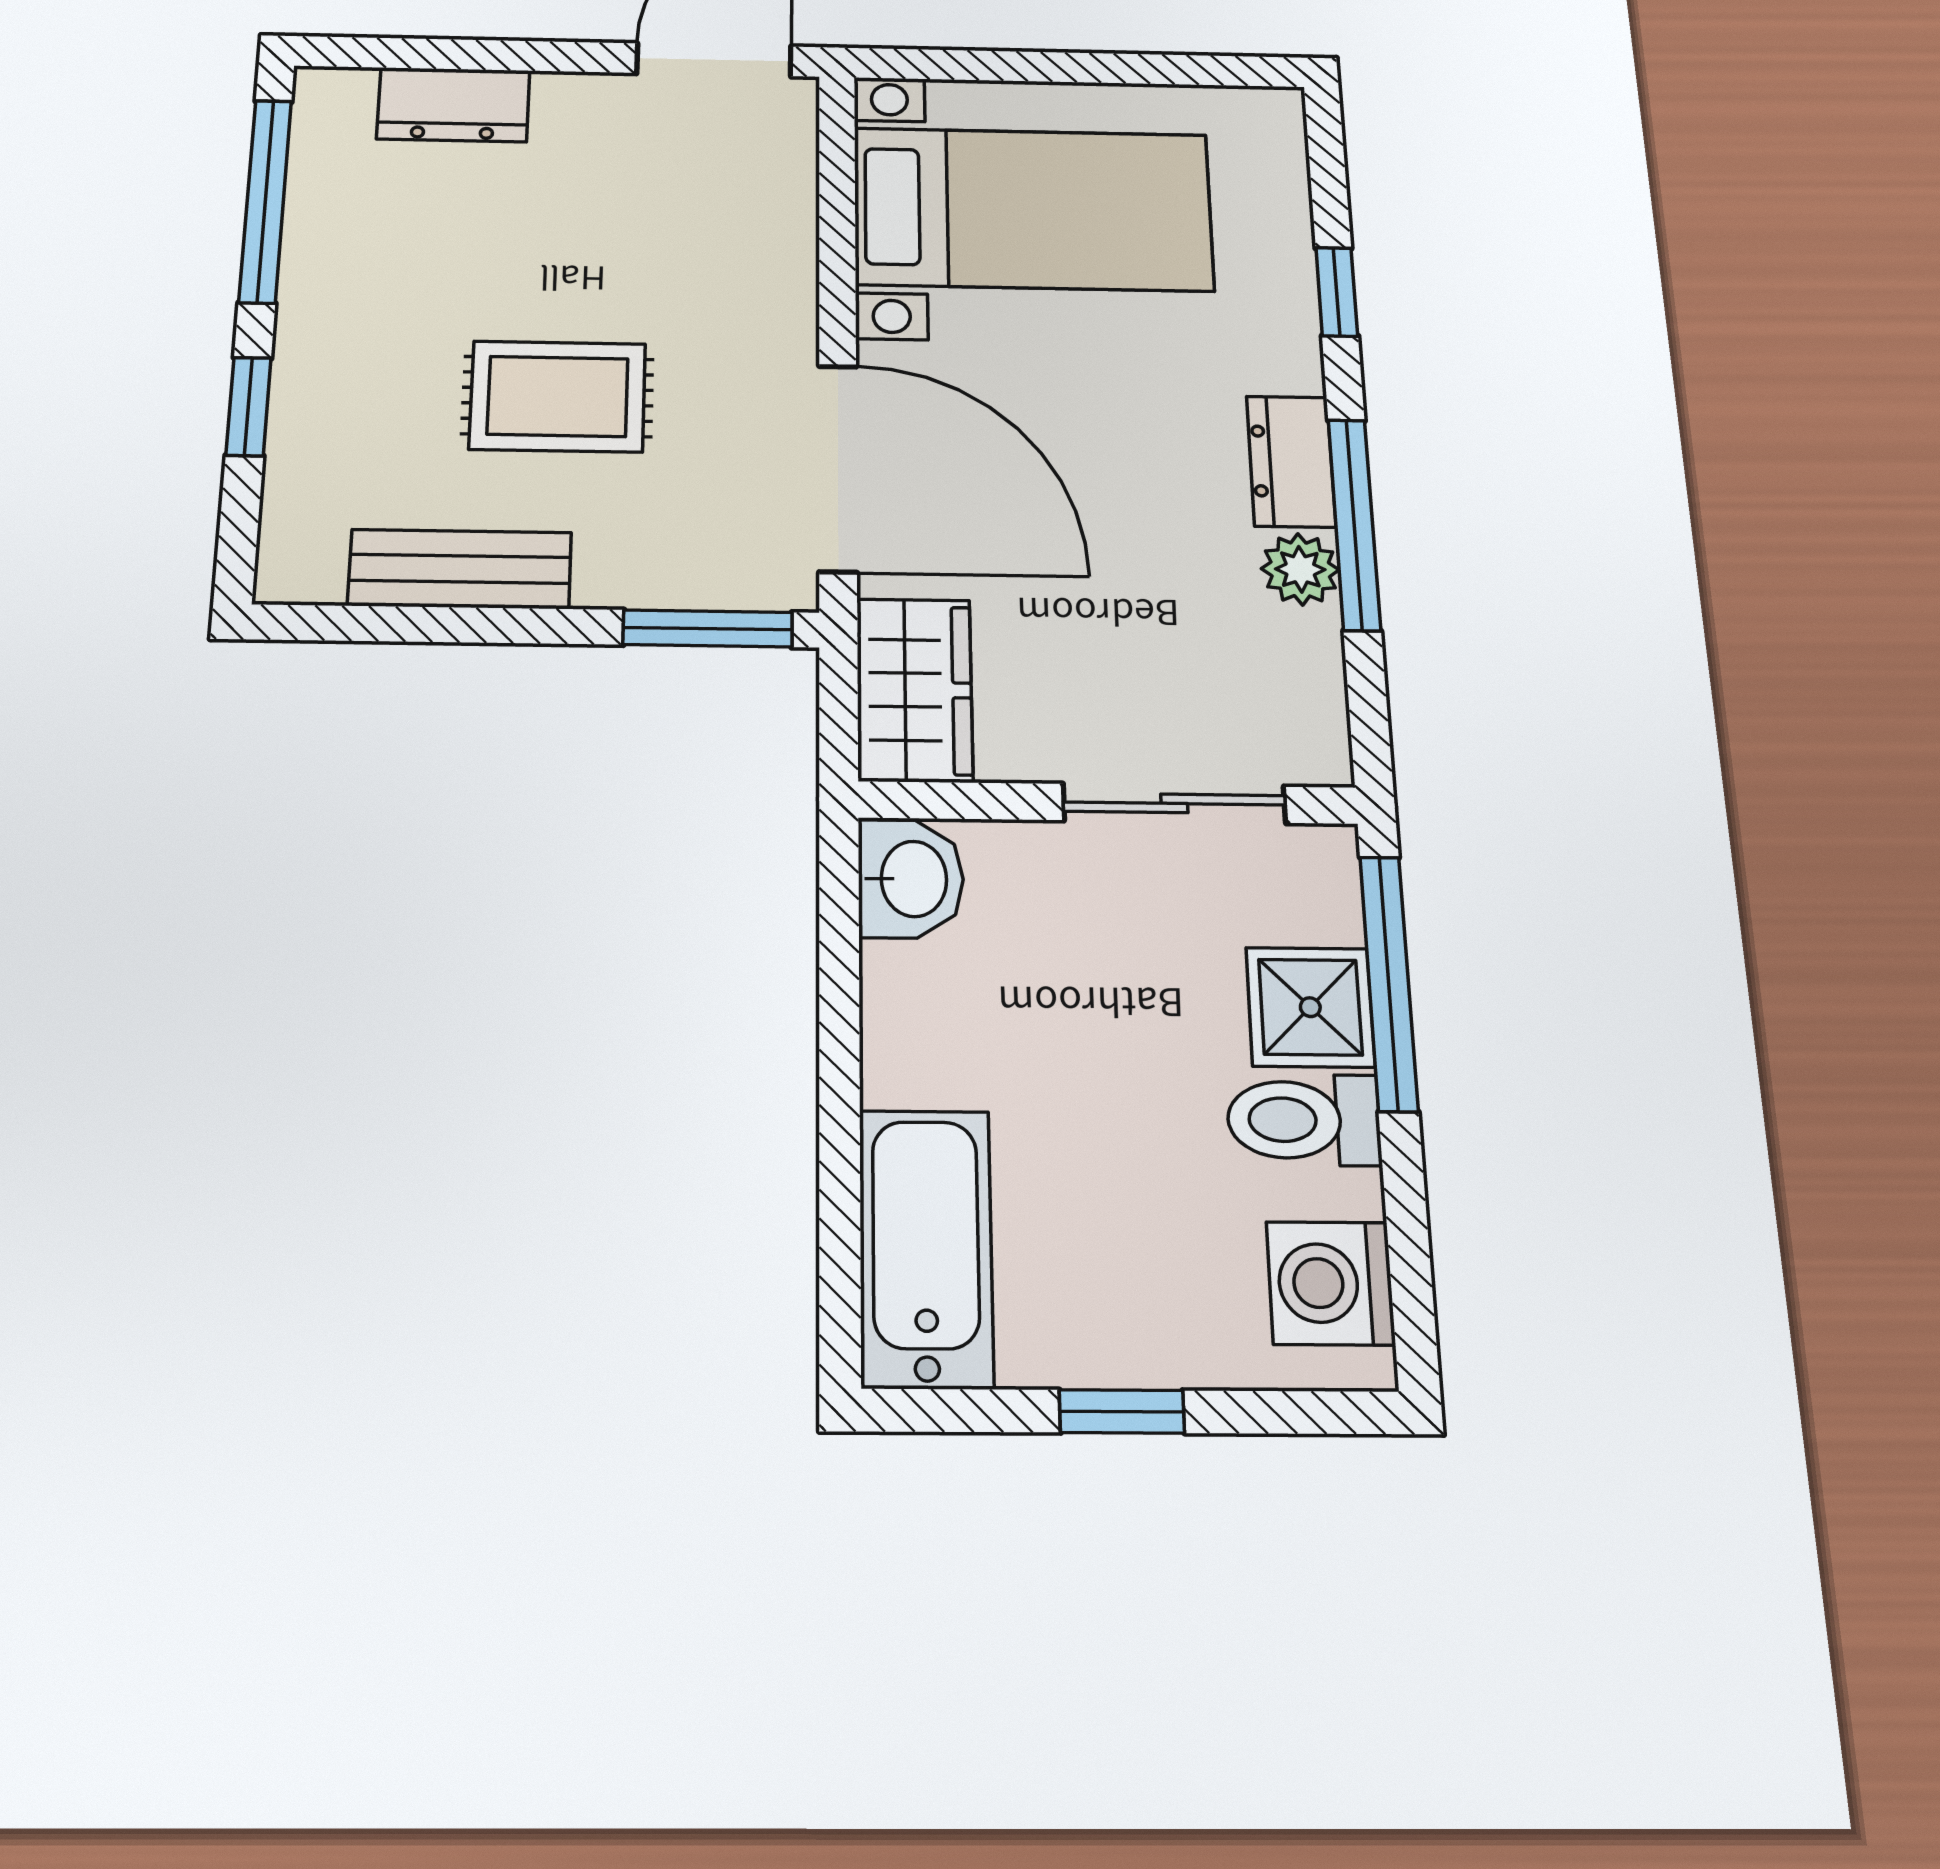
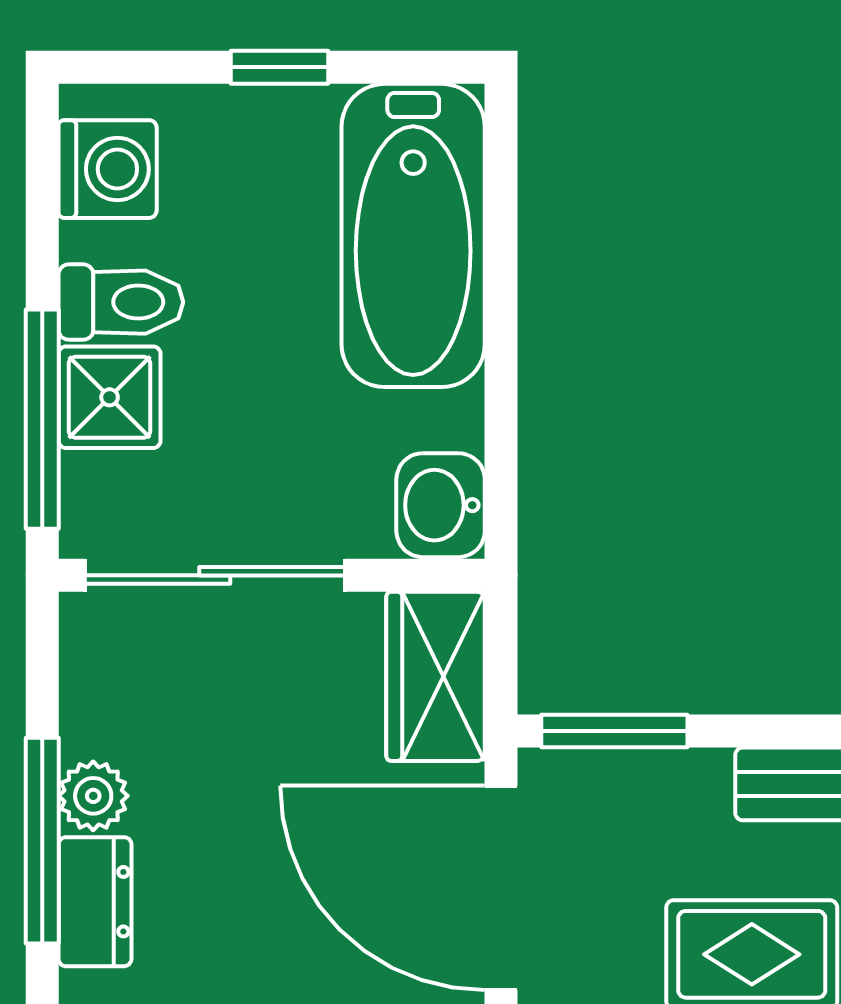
sliding door: (1174, 803) -> (215, 575), width x1.37
bathtub: (926, 1248) -> (413, 235), width x1.36, depth x1.36

